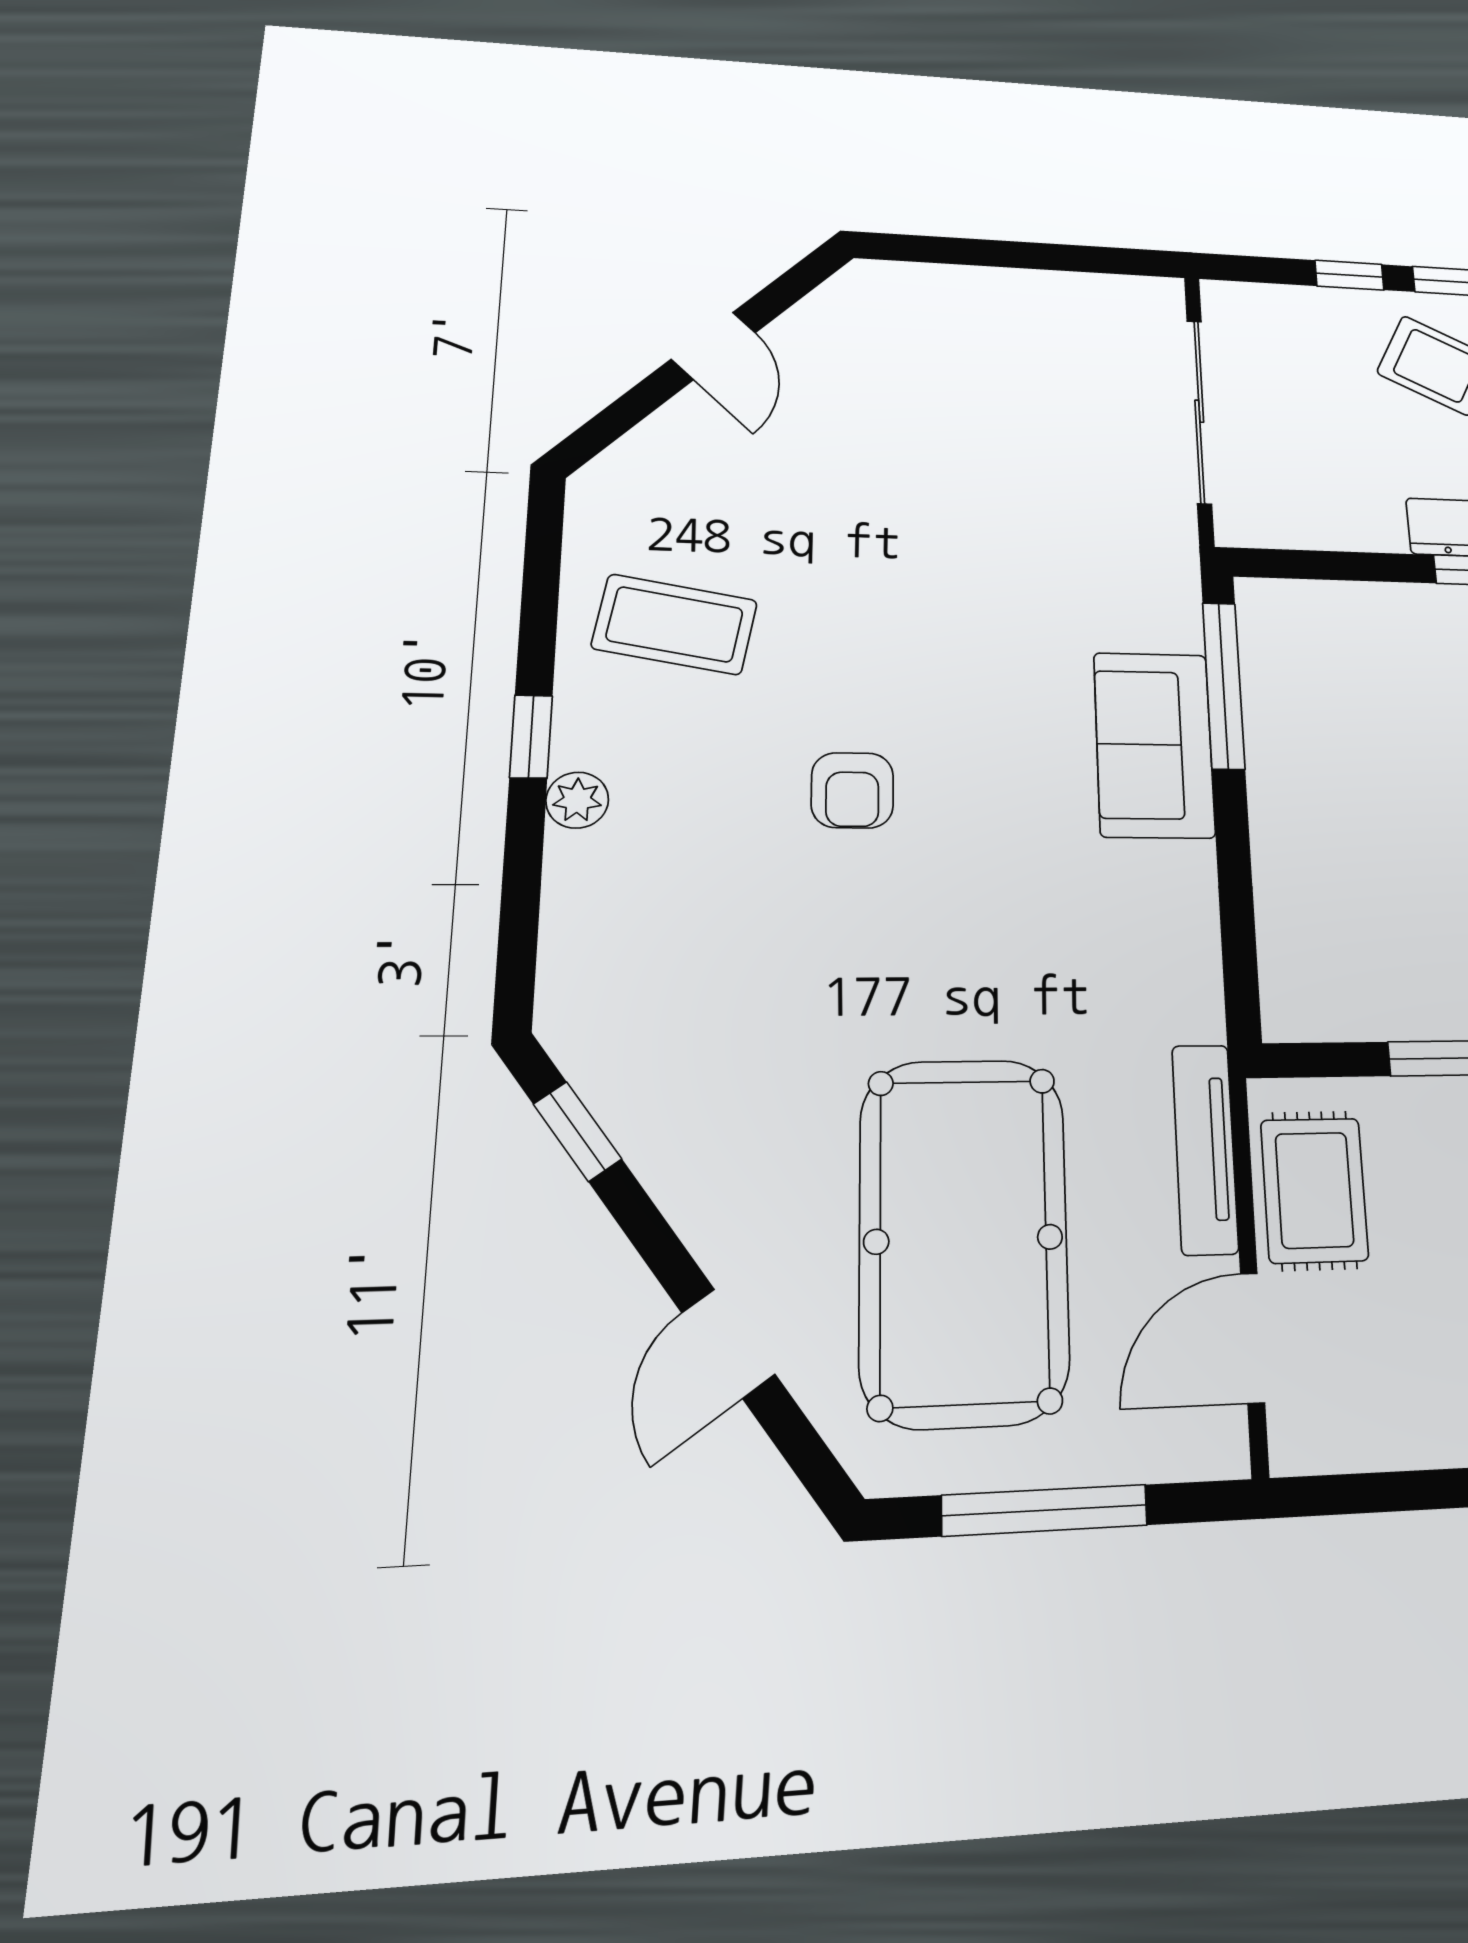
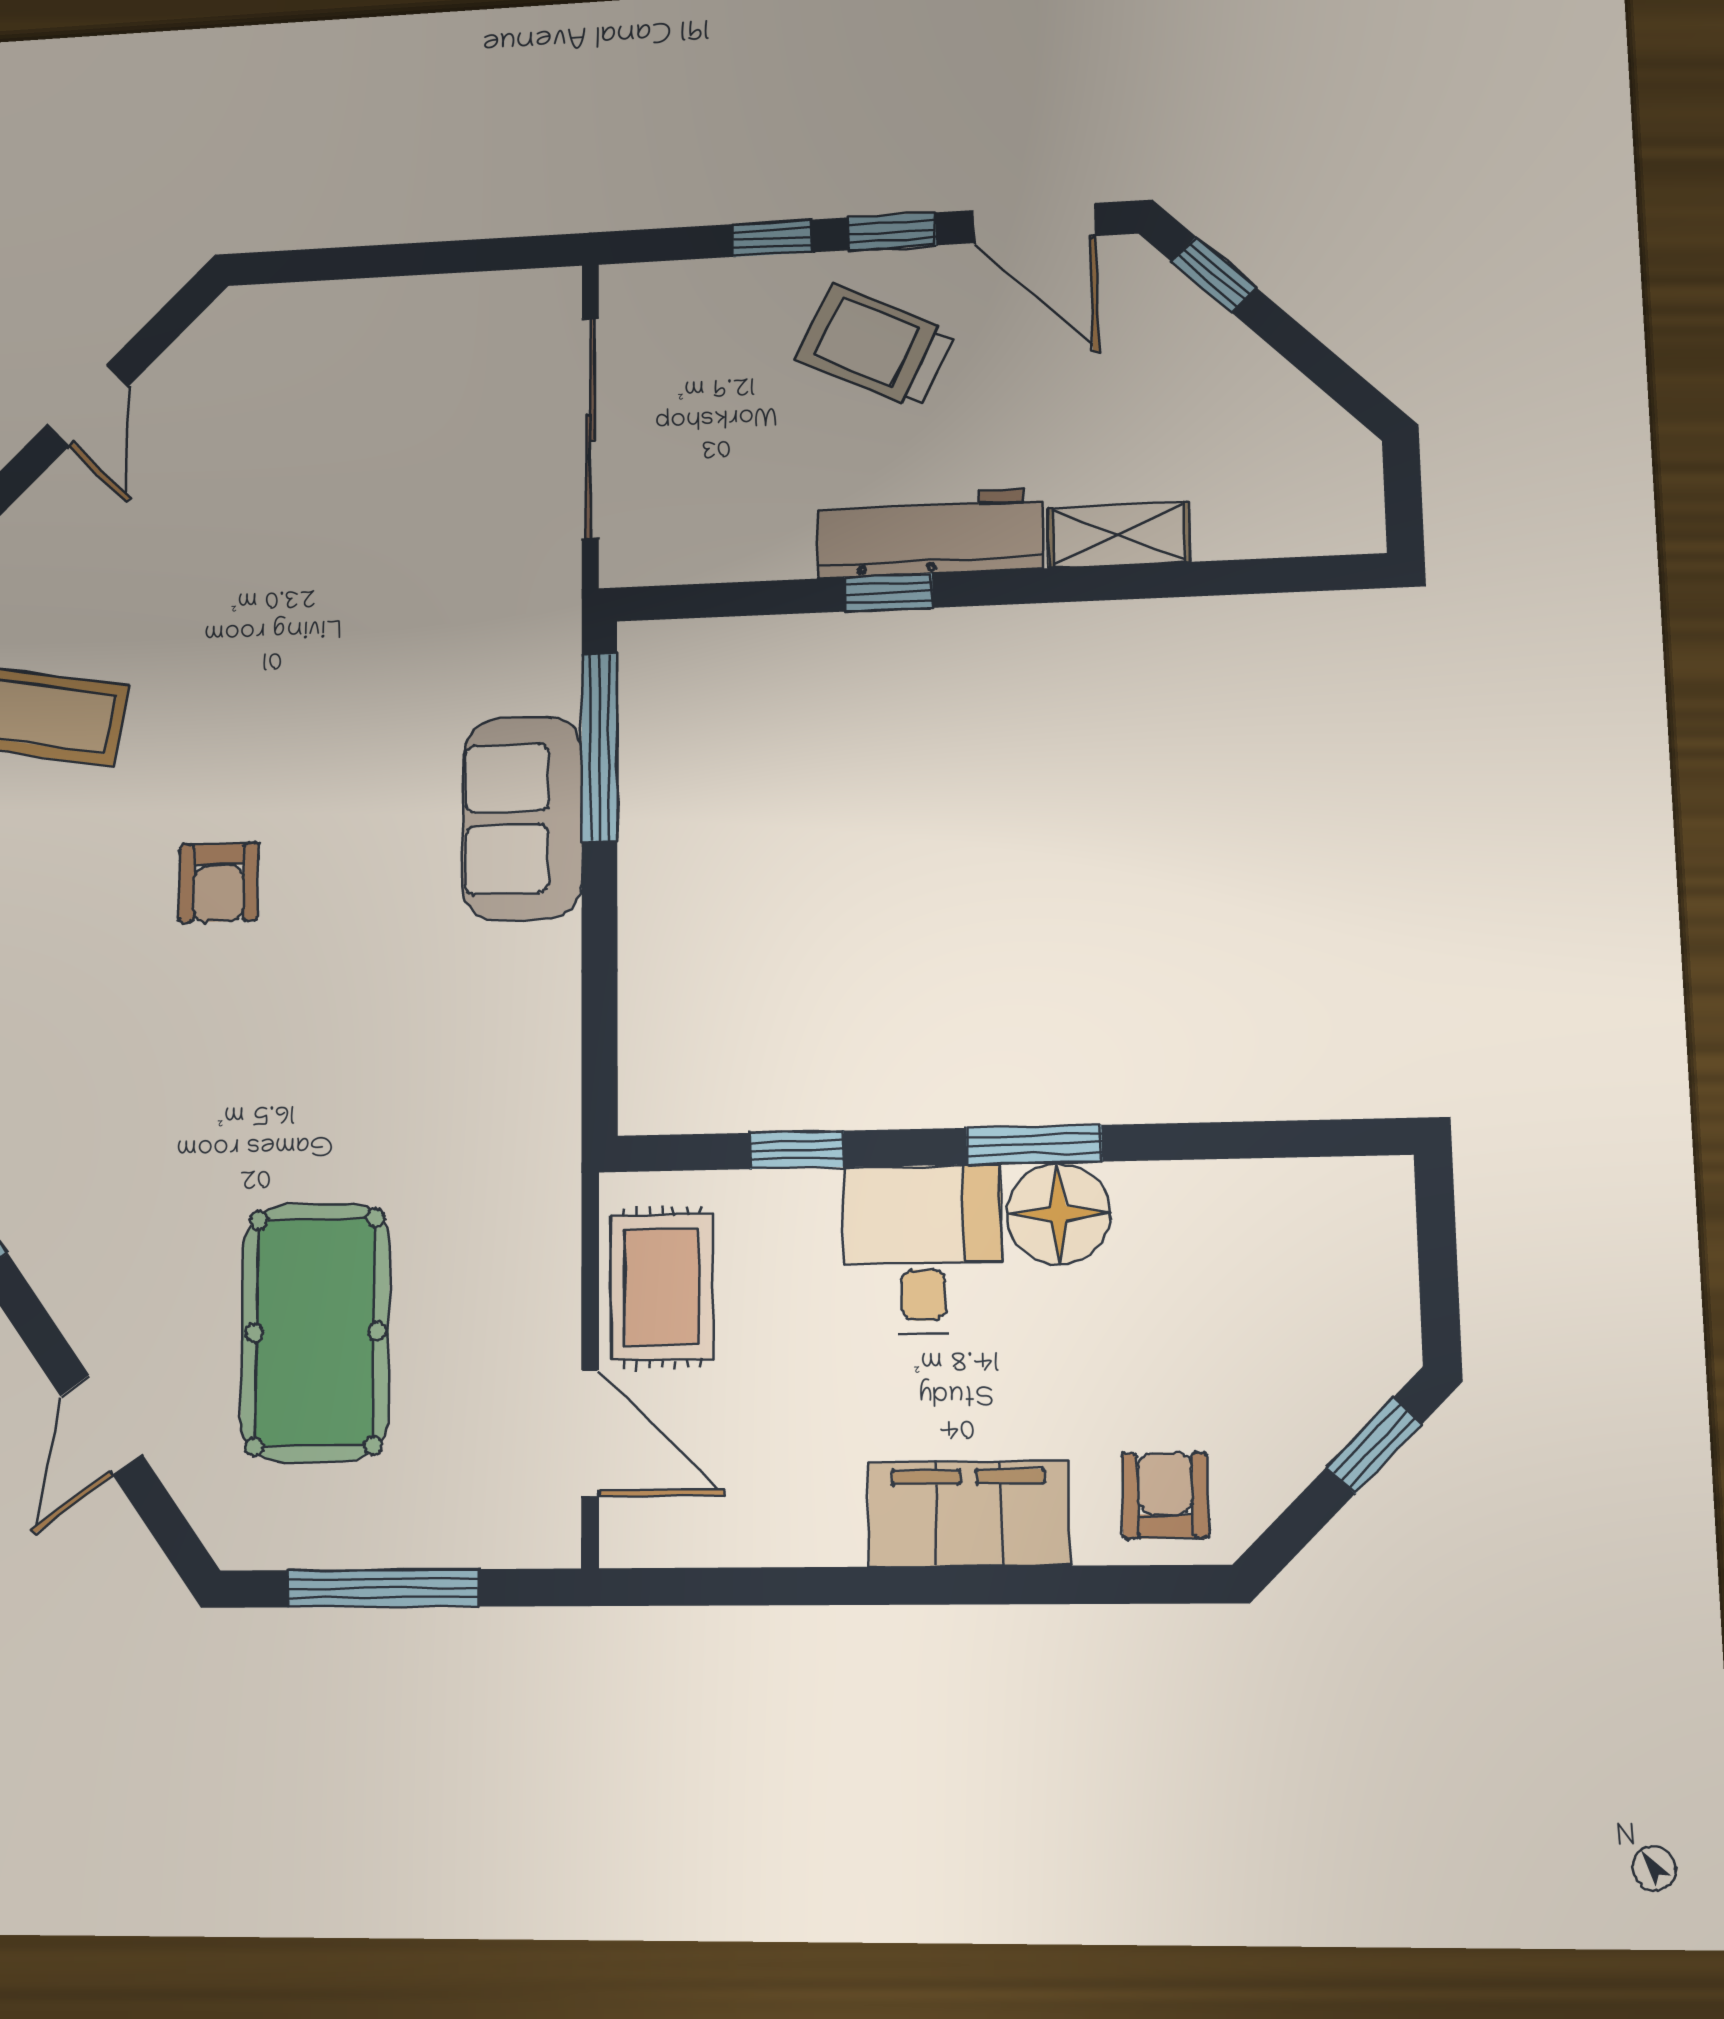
tv unit: (1205, 1149) -> (553, 1245), removed
pool table: (964, 1239) -> (315, 1332), width x0.73, depth x0.76
door: (1252, 1338) -> (590, 1433), swing flipped

